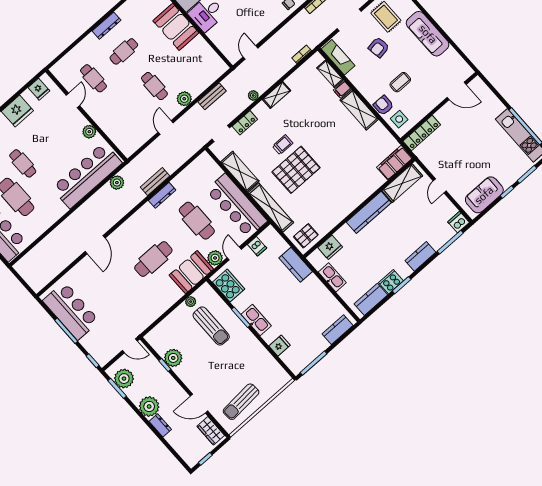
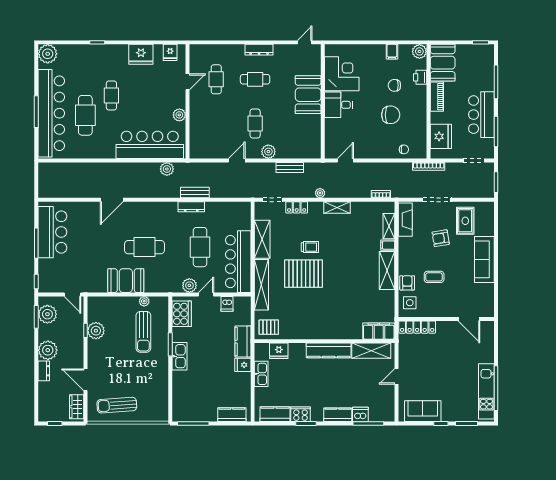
dishwasher: (459, 222) -> (360, 414), moved
booth: (191, 272) -> (126, 281), moved
fridge: (280, 346) -> (243, 365), moved, turned 180

